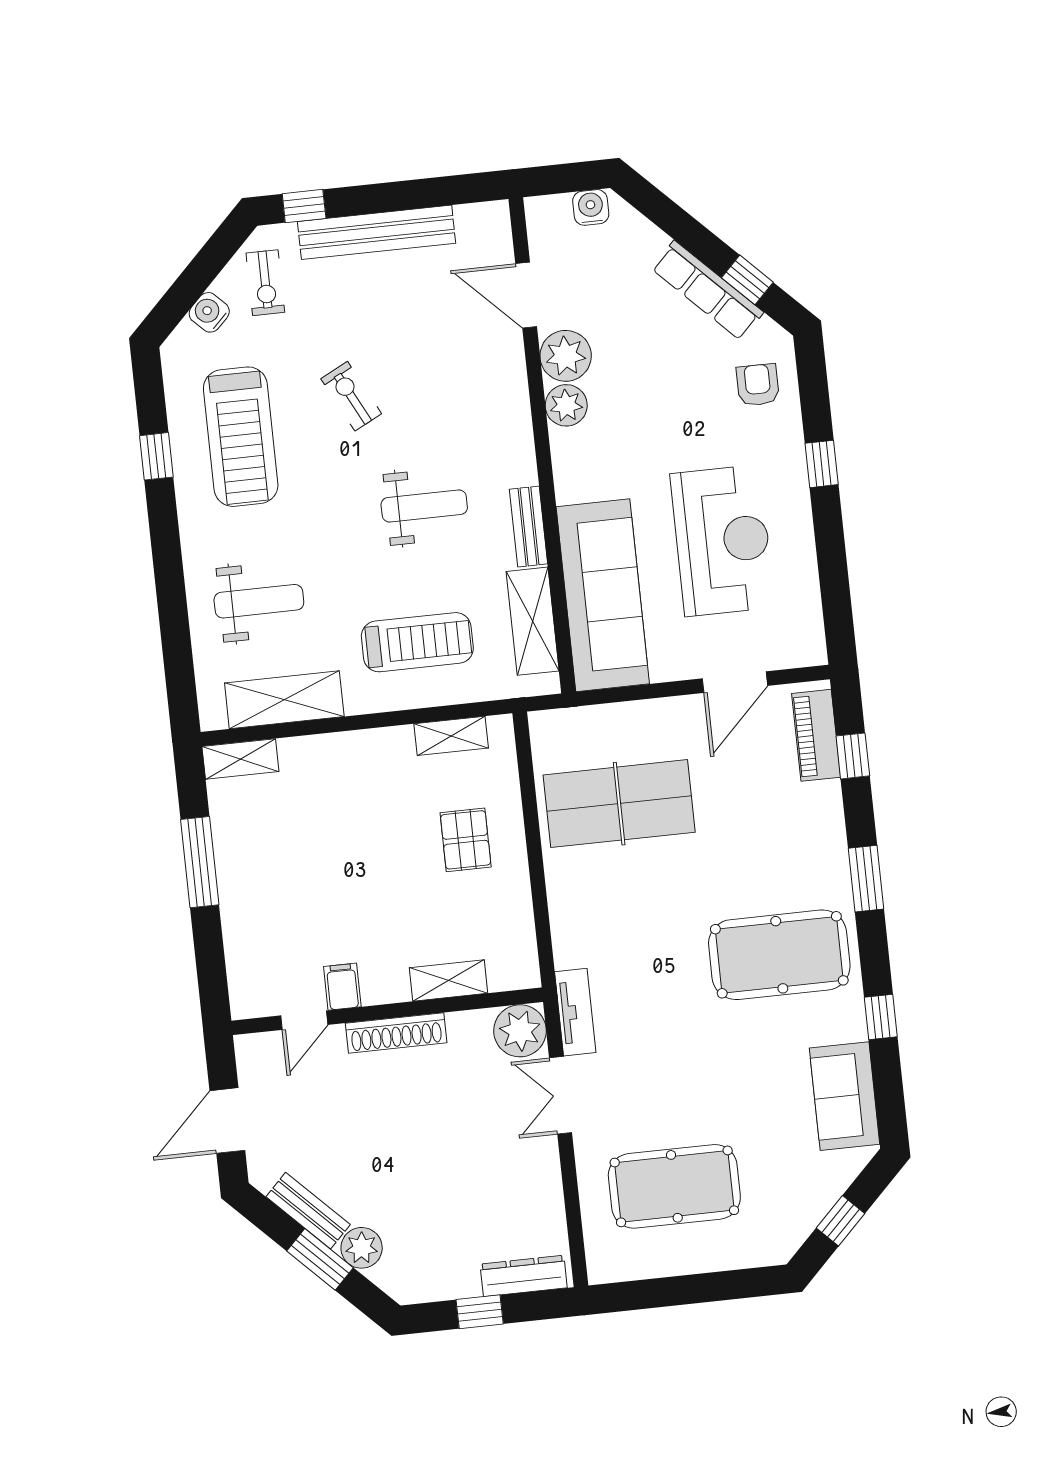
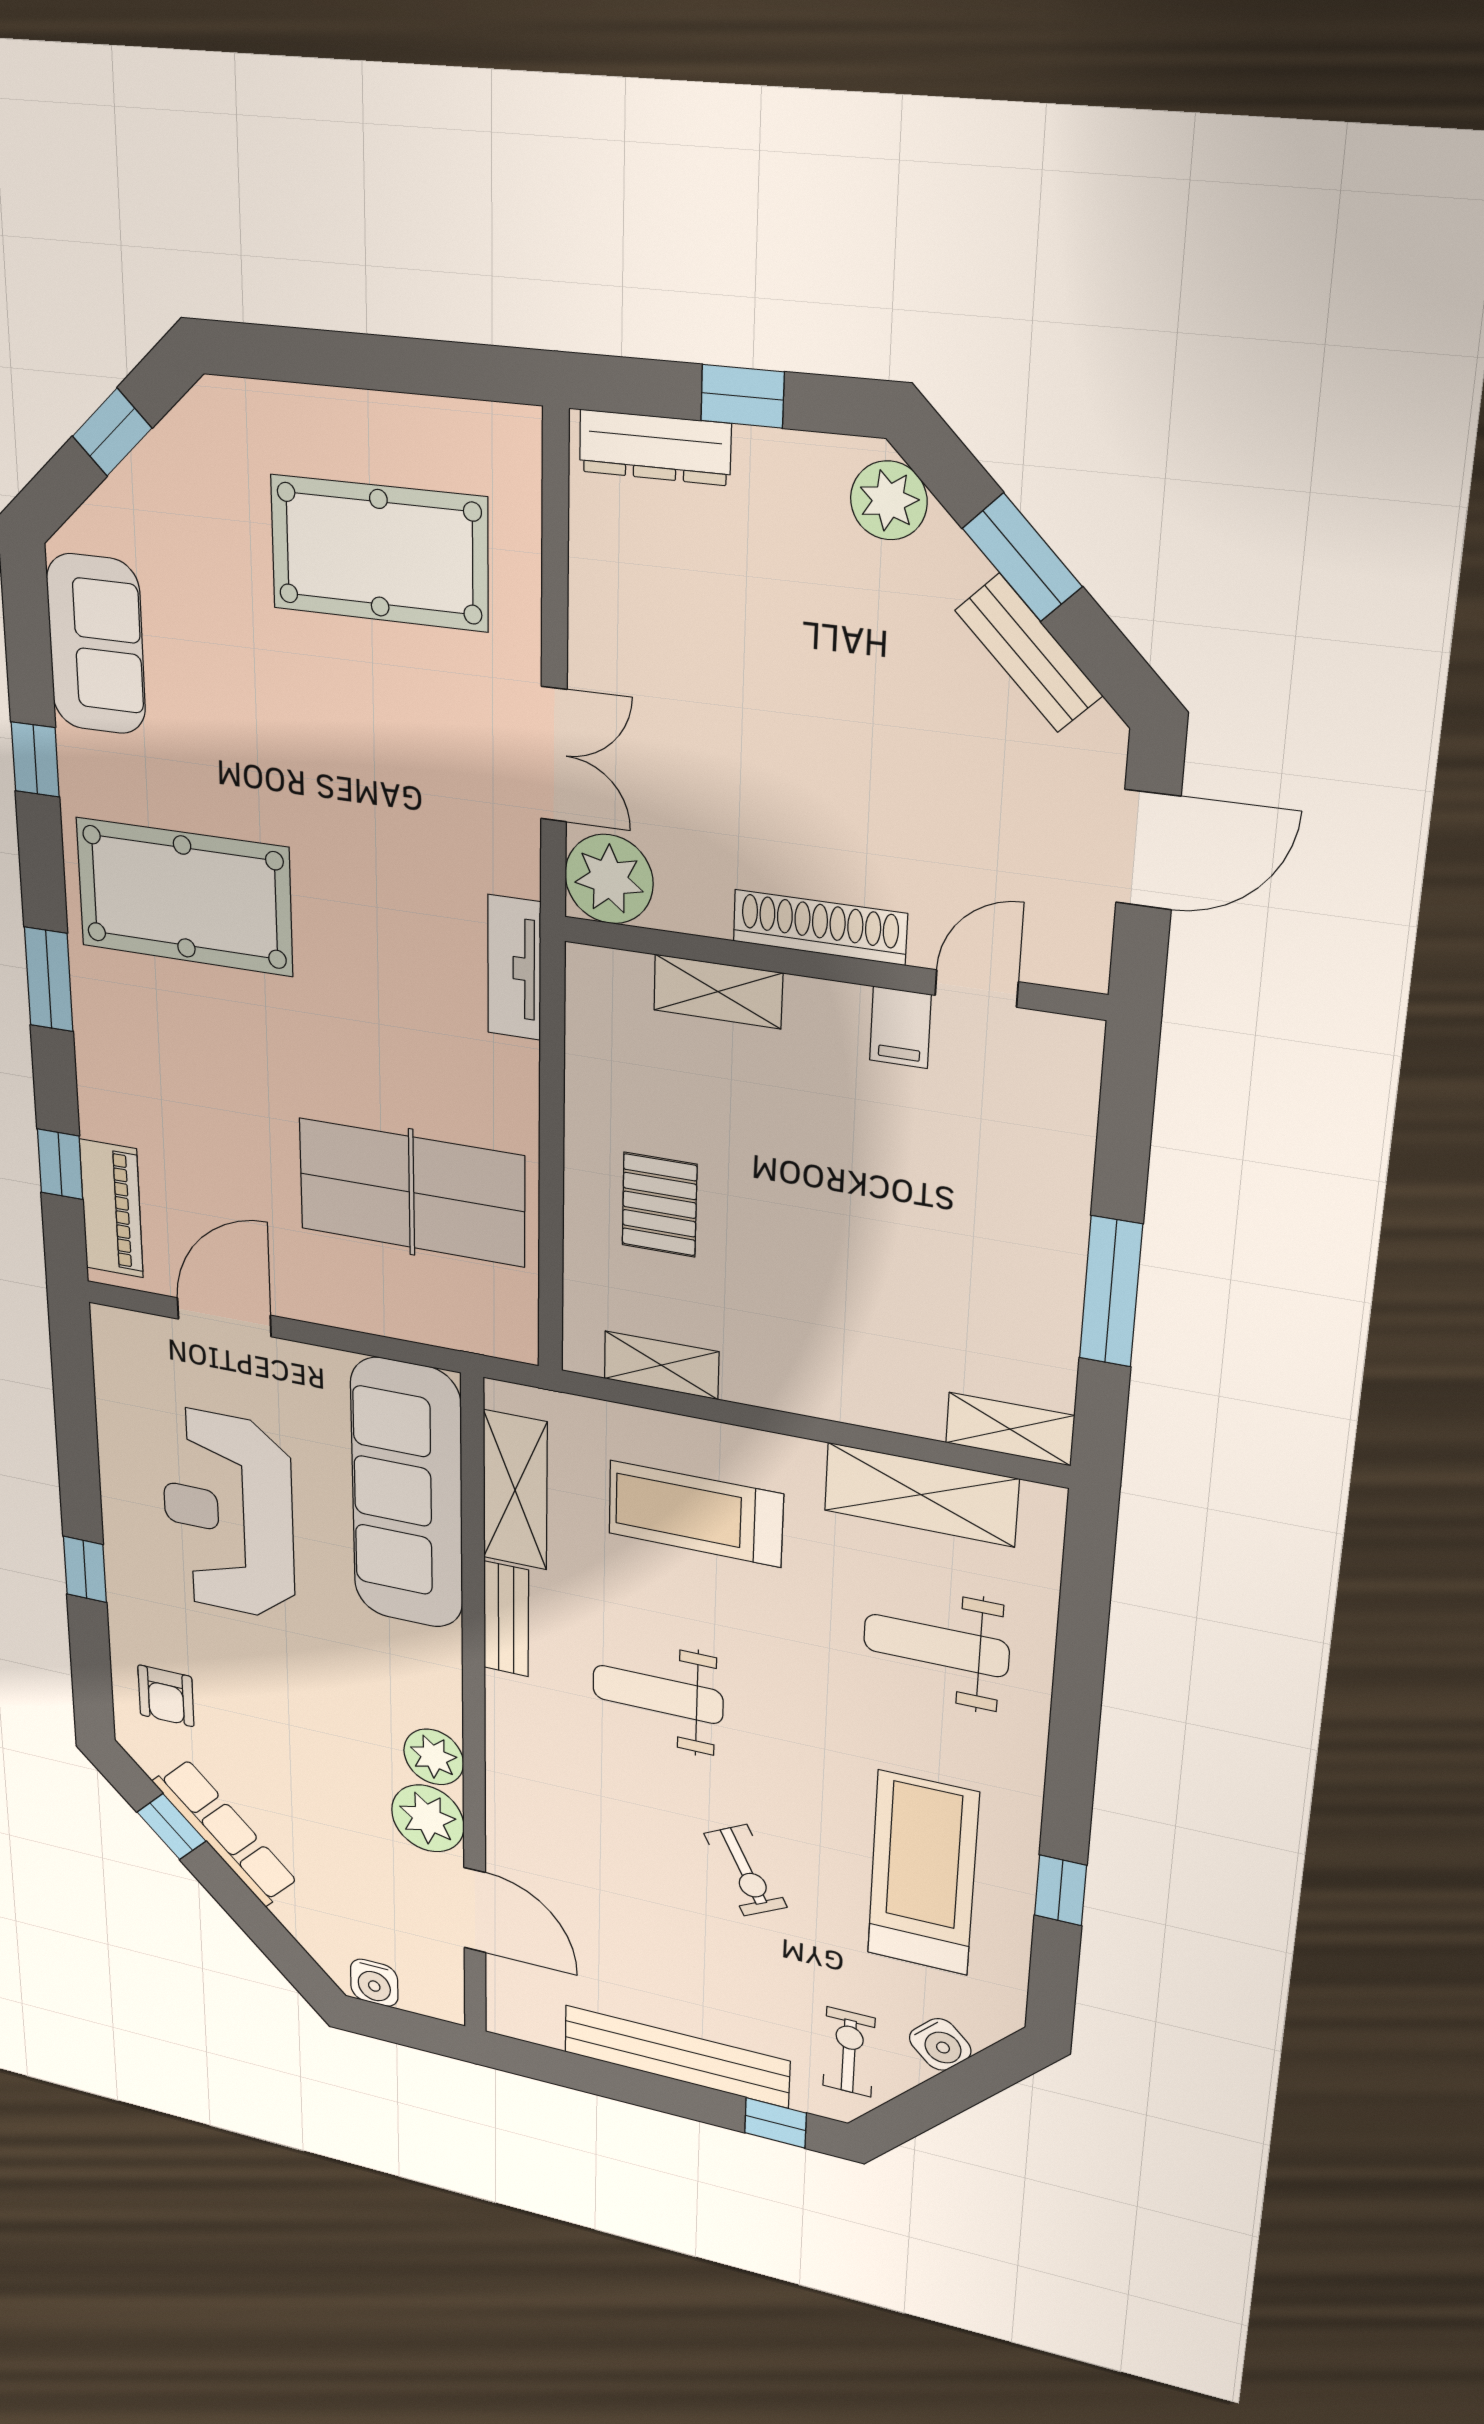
tv unit: (575, 1012) -> (514, 968), moved
plant: (362, 1248) -> (889, 500), moved

